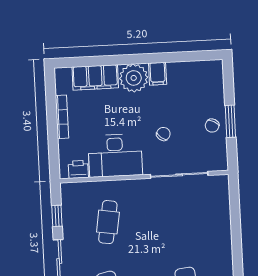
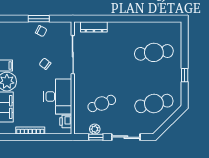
dresser: (222, 205) -> (94, 27), added
plant: (69, 213) -> (95, 129), added
cafe table: (108, 222) -> (102, 103), turned -30

